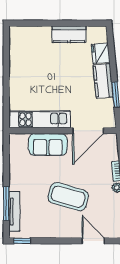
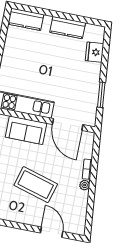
kitchen counter: (103, 81) -> (26, 19), moved, turned -84
door: (88, 131) -> (68, 125), hinge flipped

